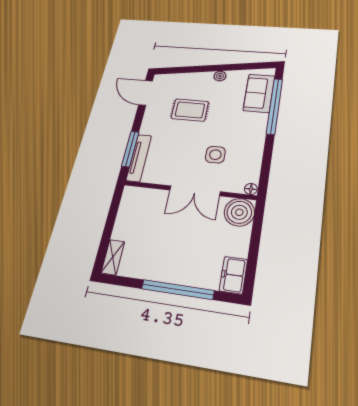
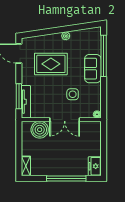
sofa: (259, 93) -> (93, 69), moved
rug: (190, 110) -> (51, 64), width x1.36, depth x1.43
boiler: (239, 212) -> (40, 130), moved

